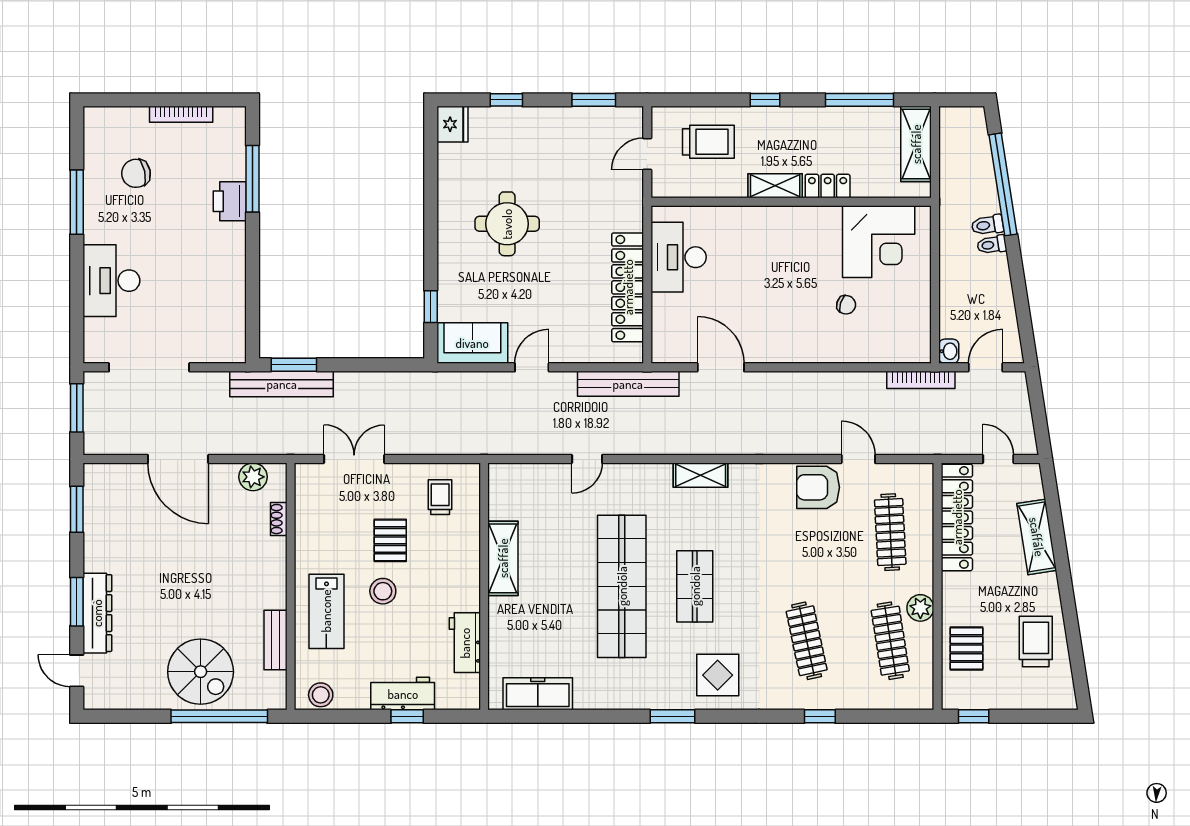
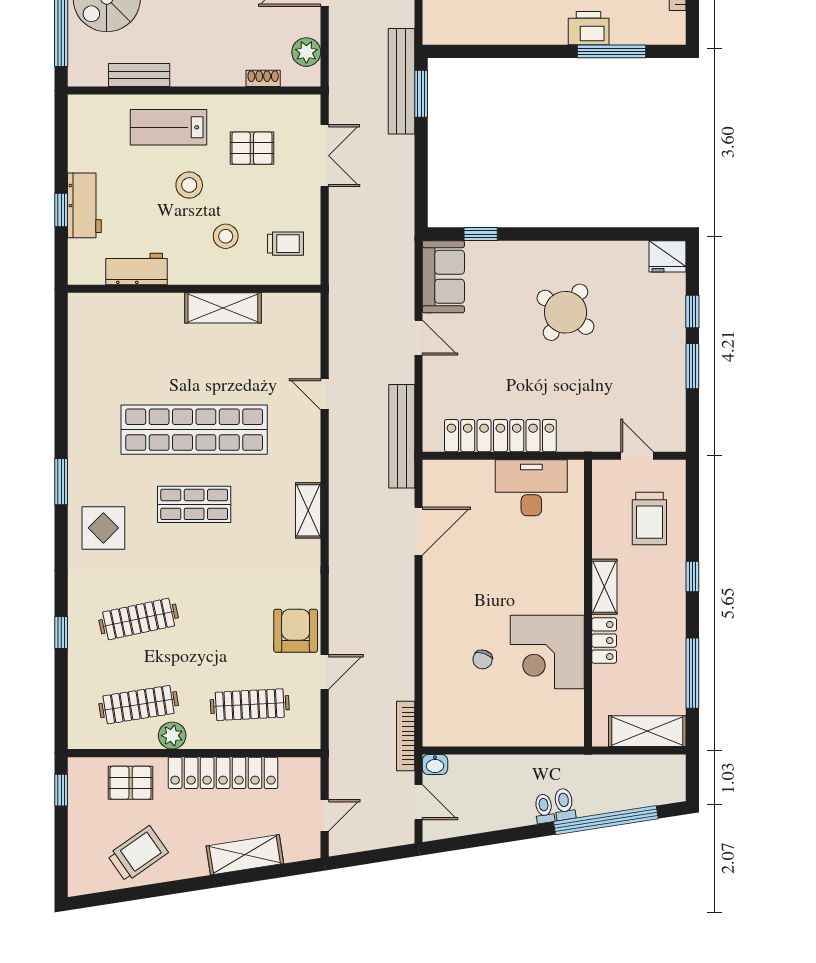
window: (594, 100) -> (692, 366), moved
round table: (507, 224) -> (565, 312), turned 35
corner desk: (879, 242) -> (547, 652), moved
locker: (957, 517) -> (223, 773), moved
pallet: (390, 540) -> (252, 148), moved
trolley: (1036, 641) -> (138, 854), turned -35
freezer: (538, 694) -> (84, 344), removed
stool: (321, 695) -> (226, 236), moved

